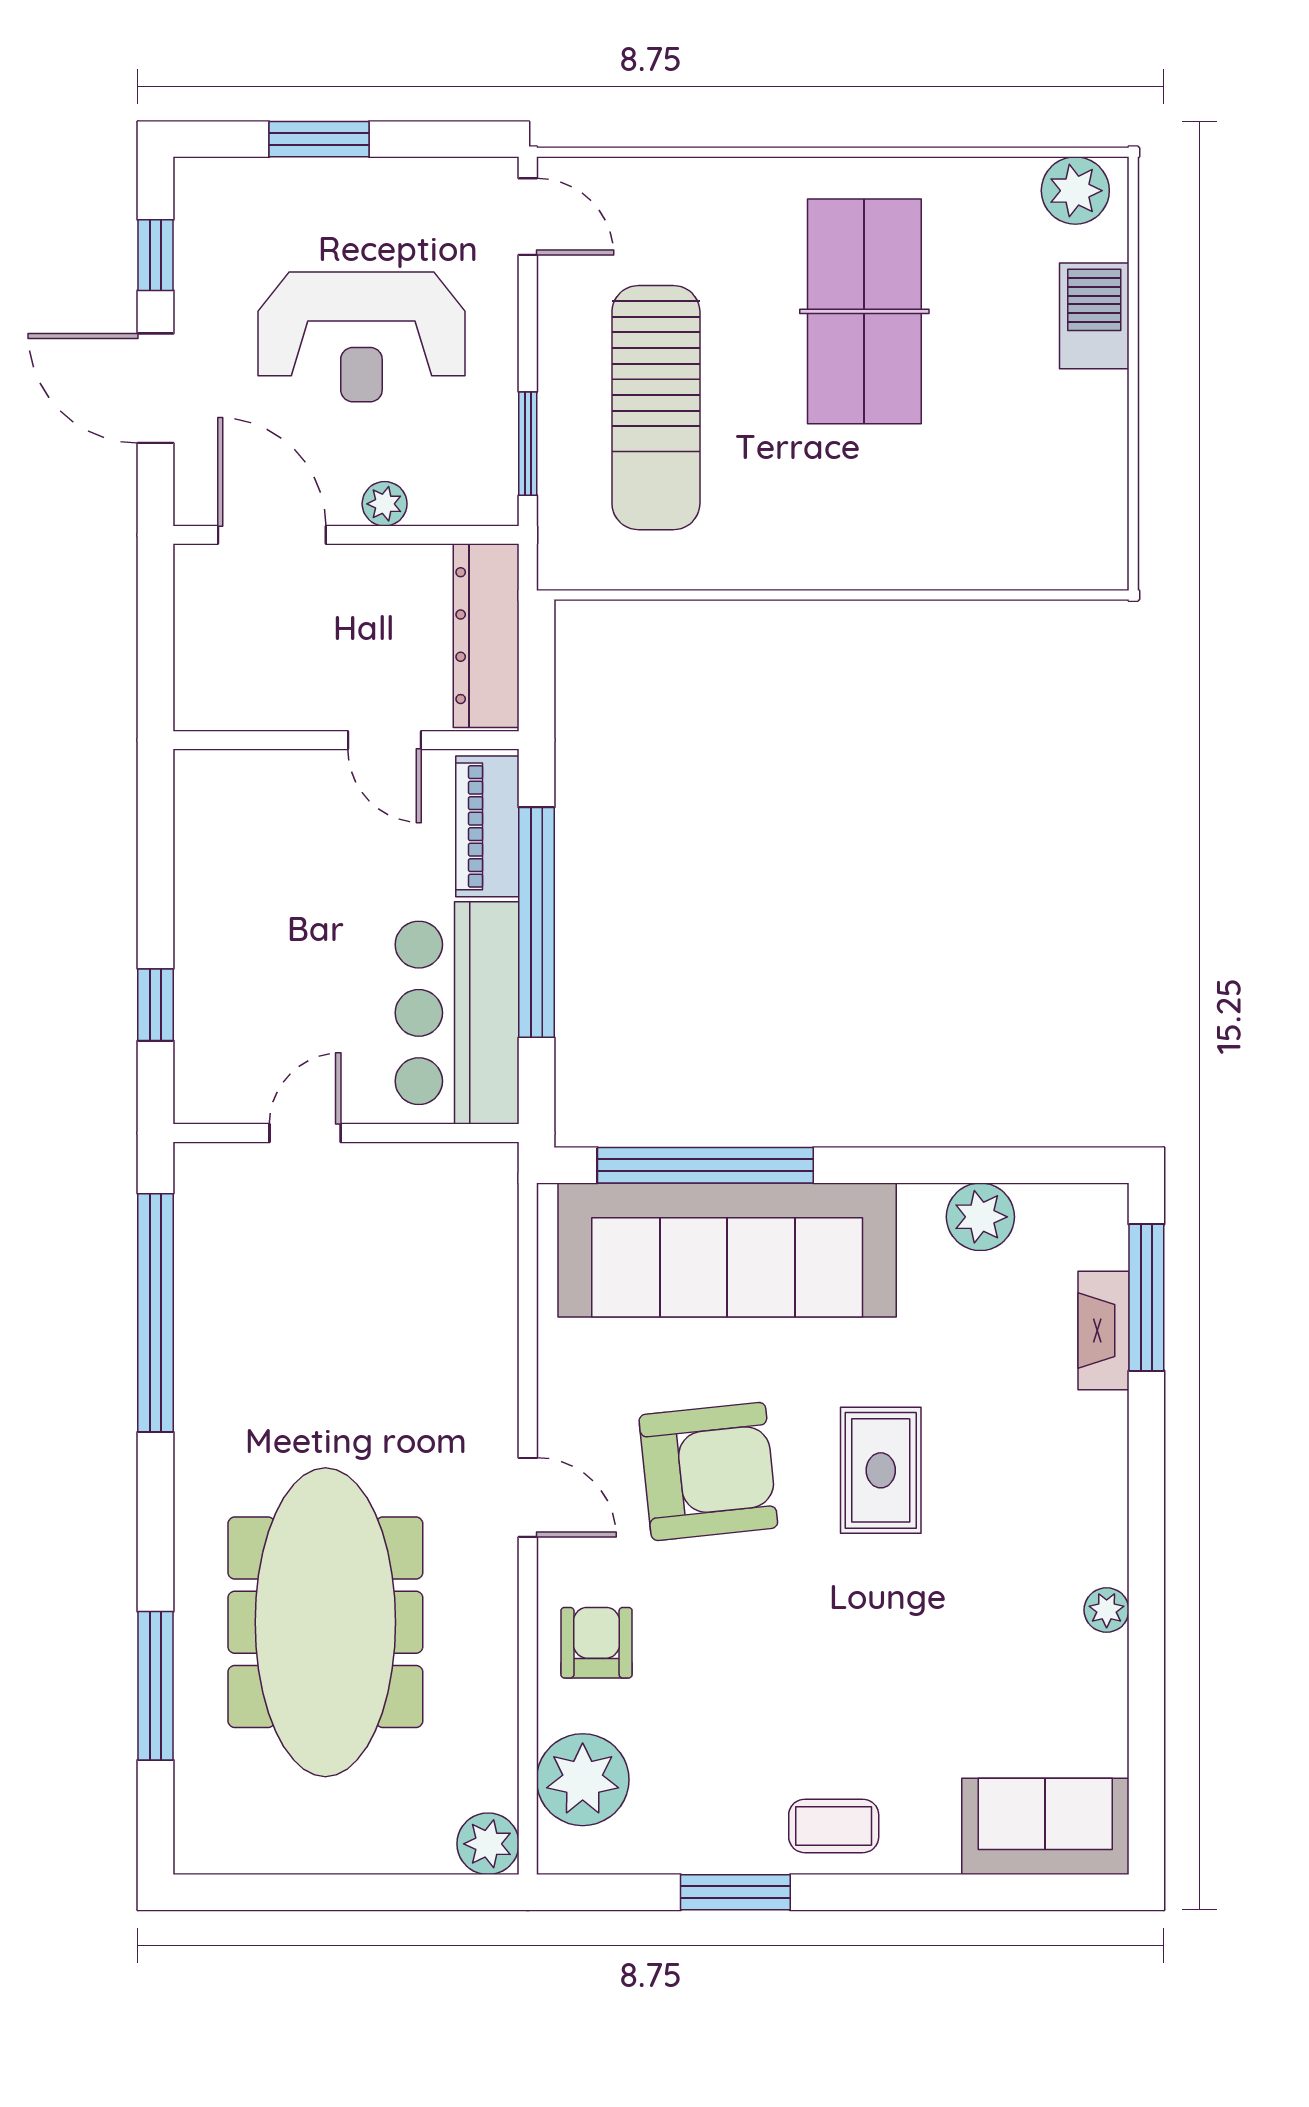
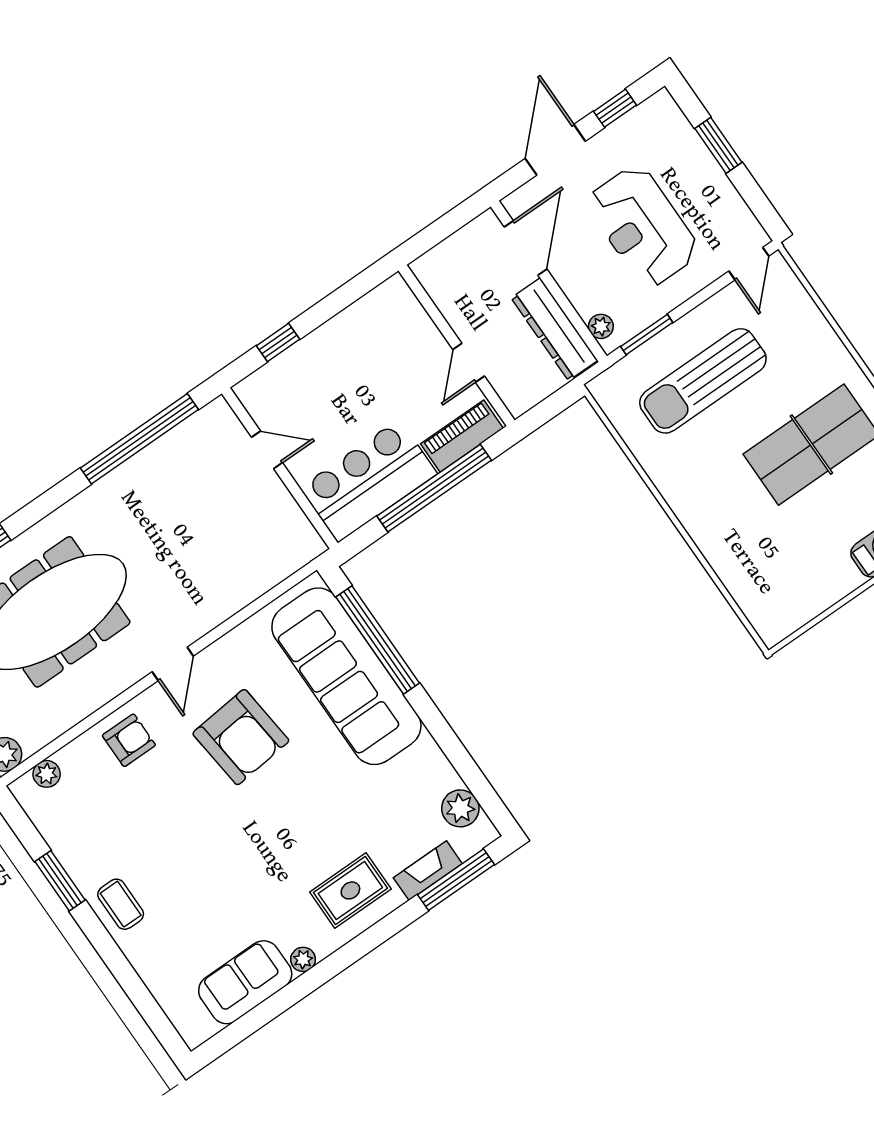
plant: (385, 504) -> (601, 326), moved
dresser: (486, 636) -> (554, 329), moved, turned -90
plant: (980, 1217) -> (460, 808), moved
rug: (881, 1470) -> (350, 890), moved
plant: (583, 1780) -> (47, 774), width x0.53, depth x0.53
sofa: (1045, 1826) -> (245, 982), moved, turned -90

